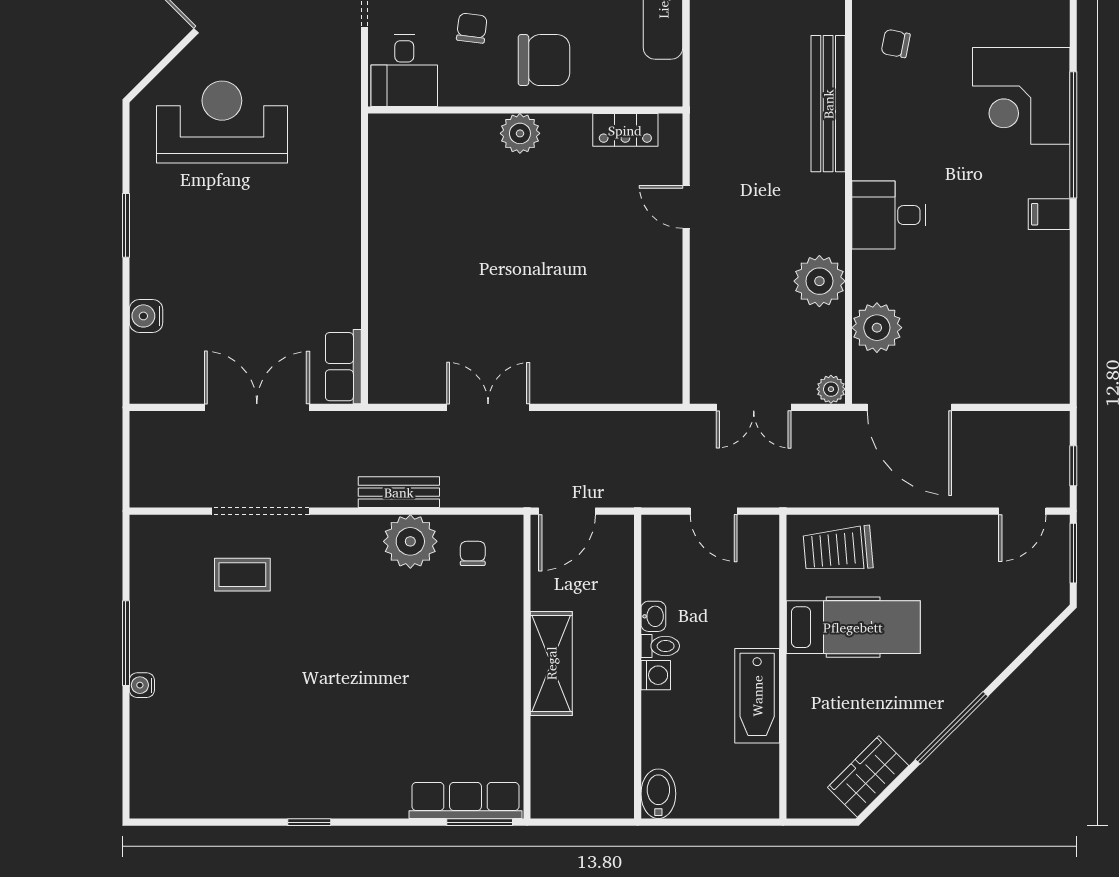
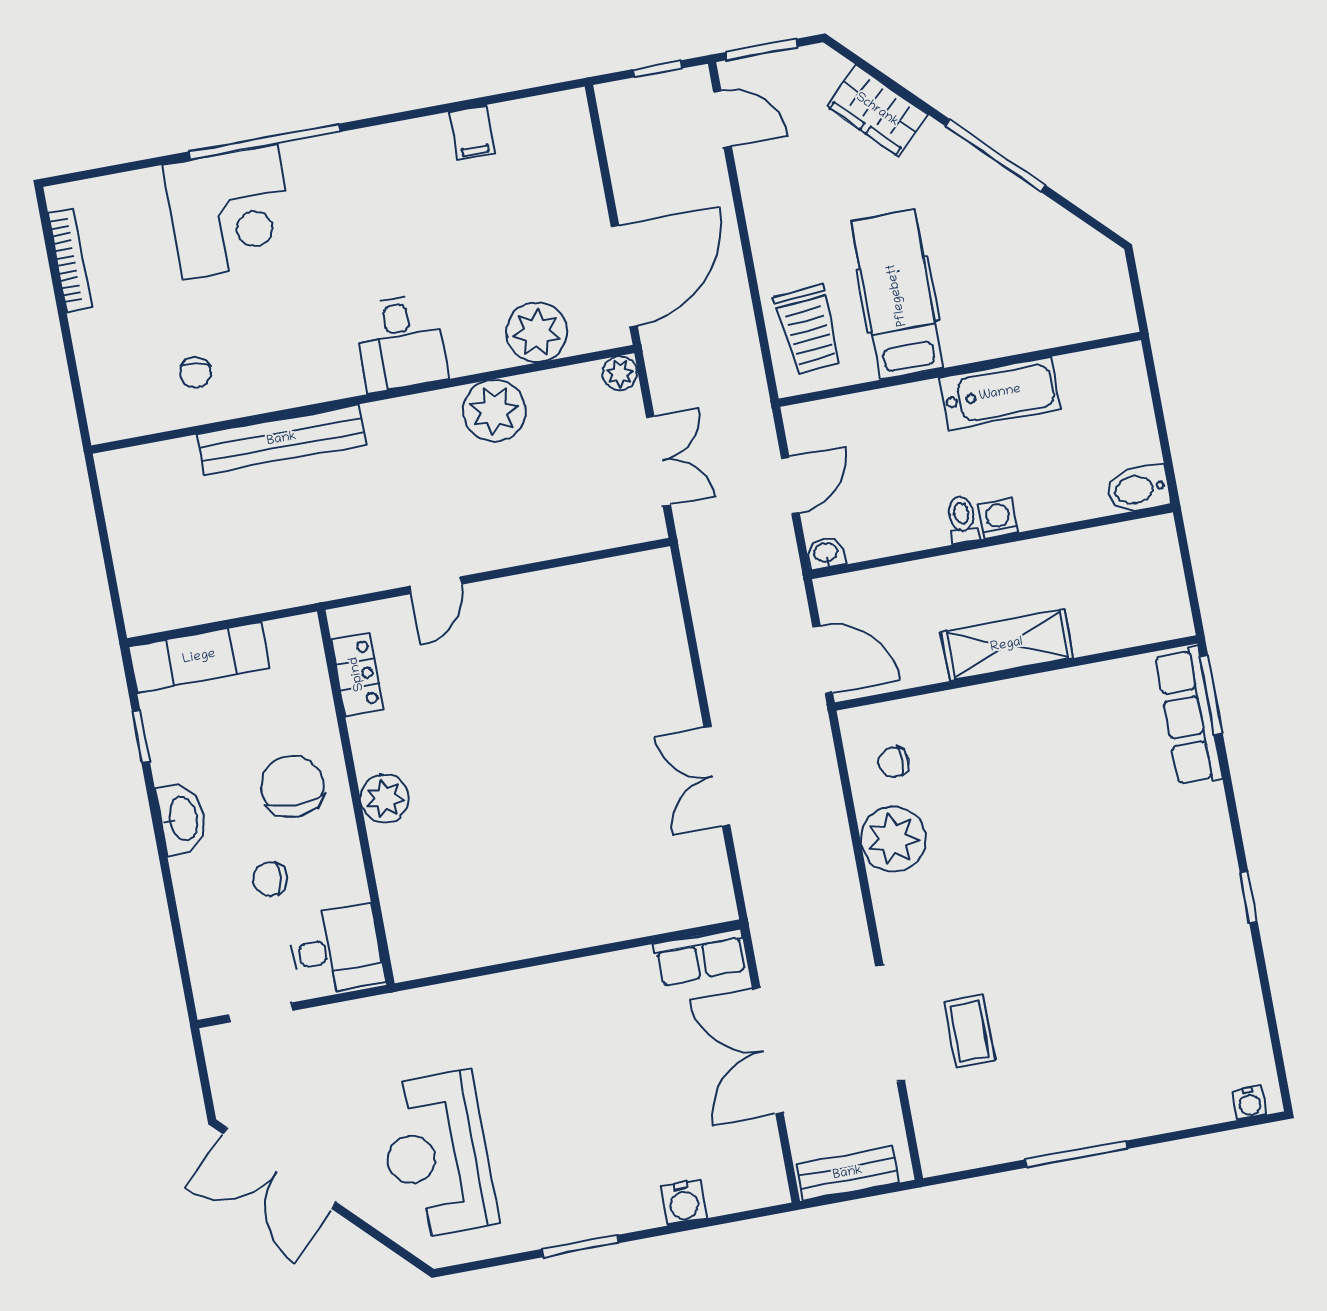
filing cabinet: (1049, 214) -> (472, 133), moved
bench: (399, 492) -> (848, 1173), moved, turned 90
washbasin: (653, 616) -> (826, 553), moved
water cooler: (142, 685) -> (1250, 1103), moved
wardrobe: (868, 776) -> (877, 110), moved

